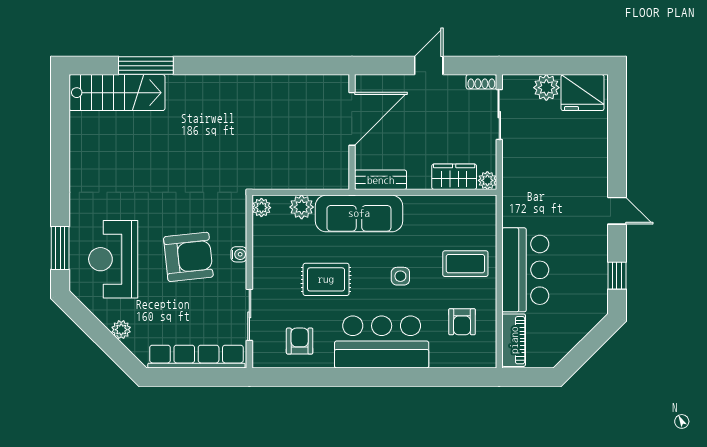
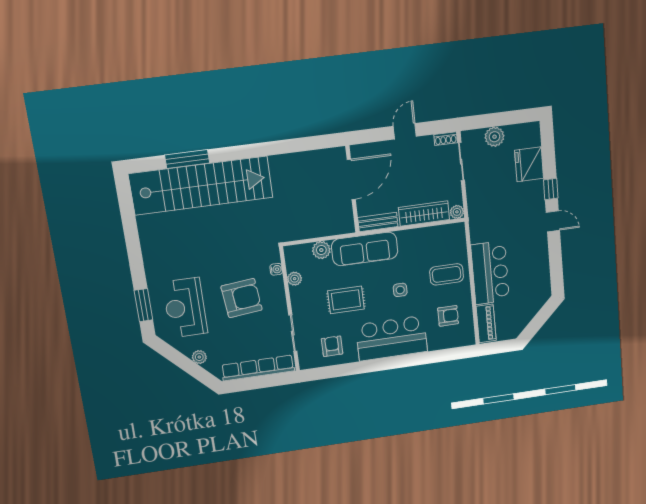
stairs: (117, 93) -> (201, 186), width x1.86, depth x1.51
fridge: (583, 93) -> (529, 164), moved, turned 90
wardrobe: (454, 177) -> (424, 214), width x1.50
plant: (261, 208) -> (295, 279), moved
water cooler: (239, 254) -> (276, 269), moved
window: (617, 276) -> (551, 189), moved
armchair: (462, 322) -> (448, 316), turned -90

